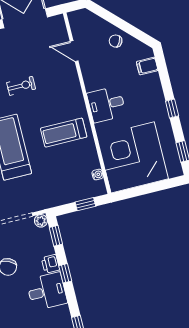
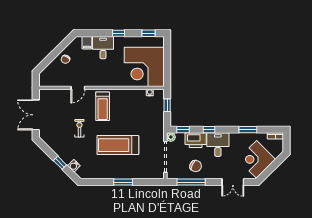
door: (74, 51) -> (78, 88), moved
desk: (106, 104) -> (103, 48), moved, turned 180
treadmill: (64, 133) -> (103, 106), moved
printer: (50, 264) -> (196, 140), width x1.87, depth x1.48

